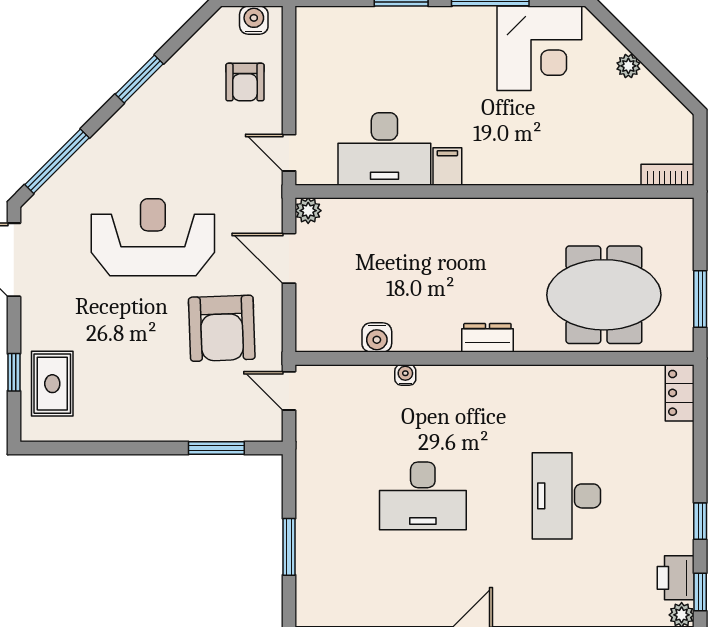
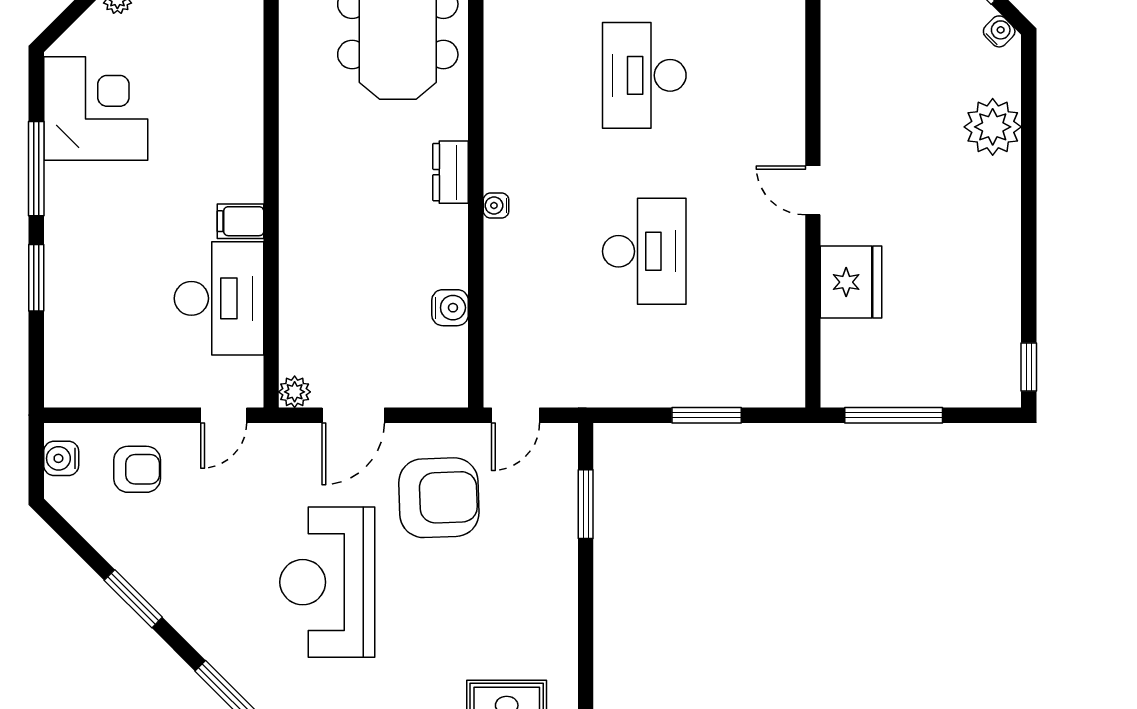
water cooler: (405, 375) -> (496, 205), moved
desk: (566, 496) -> (644, 75), turned 90

